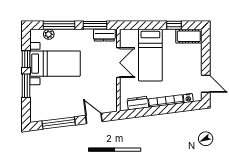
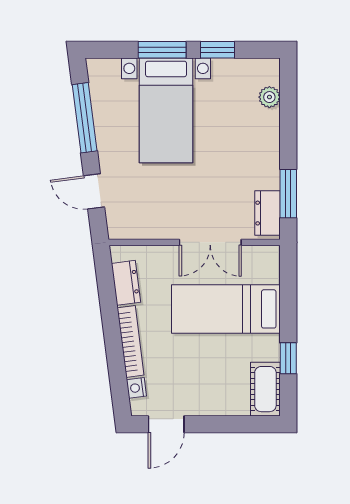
window: (59, 25) -> (288, 119), removed
bed with nightstands: (55, 64) -> (166, 110), moved
door: (94, 118) -> (94, 191), swing flipped

